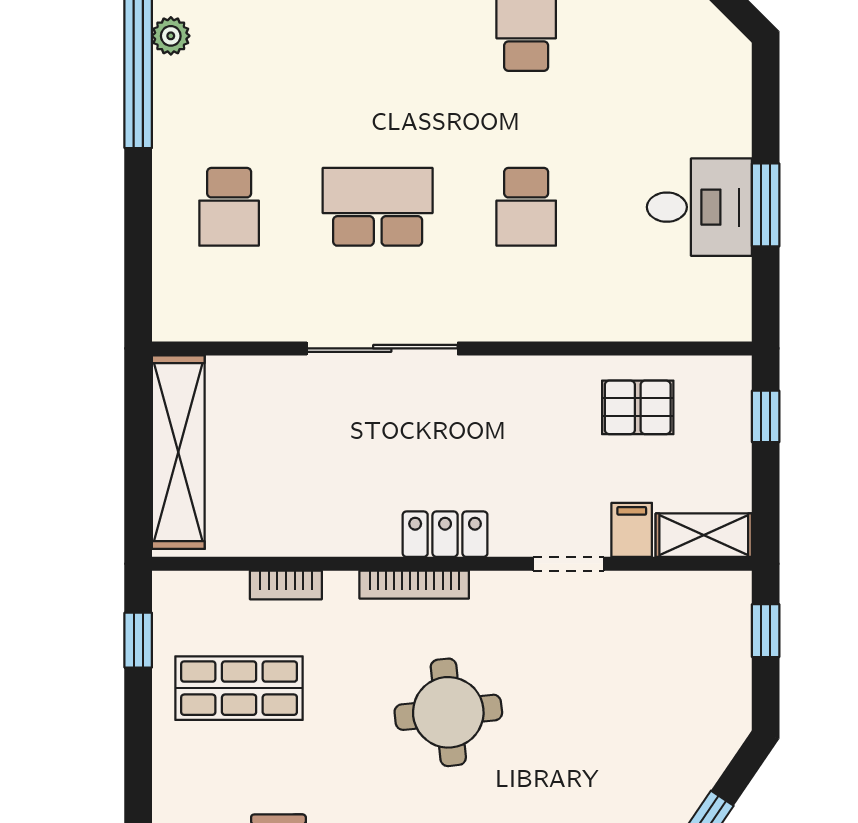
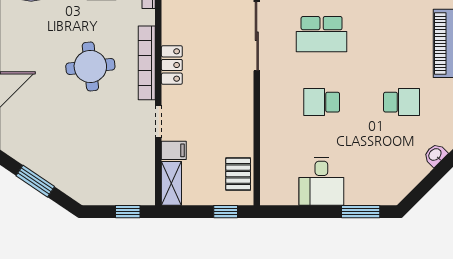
window: (766, 205) -> (361, 212), moved
school desk: (378, 207) -> (322, 34), turned 90
pallet: (638, 407) -> (238, 174), moved
bookcase: (414, 585) -> (147, 63), width x1.48, depth x1.31

